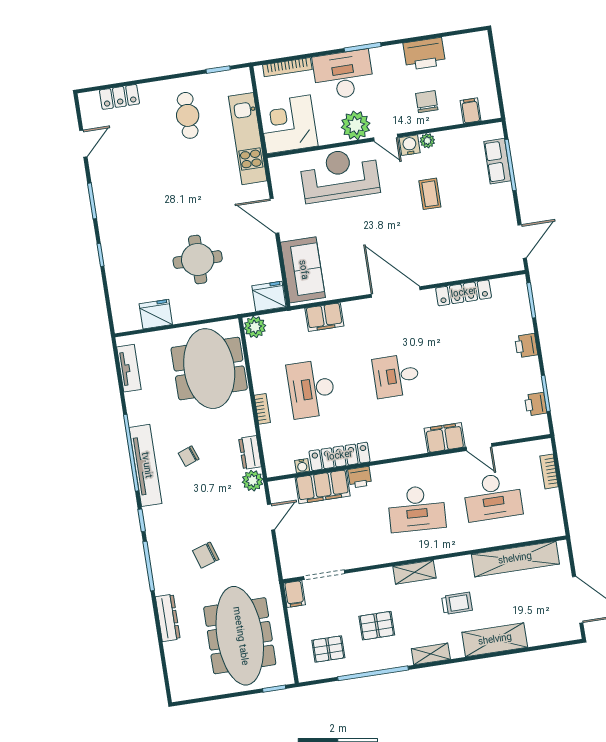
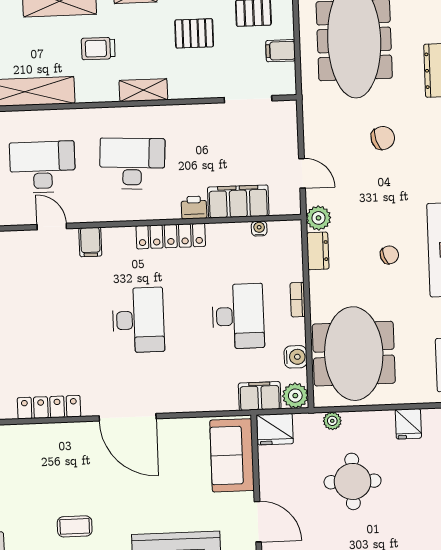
coffee table: (430, 194) -> (75, 526), turned 90
plant: (221, 309) -> (332, 421), added
fridge: (156, 314) -> (408, 424), width x0.72
filing cabinet: (324, 317) -> (260, 396), moved
water cooler: (258, 360) -> (296, 357), added
desk: (396, 376) -> (138, 320), width x1.37
filing cabinet: (445, 438) -> (90, 242), width x0.50
locker: (340, 456) -> (171, 236), moved
door: (271, 517) -> (302, 173), swing flipped
filing cabinet: (294, 594) -> (281, 51), moved, turned -90

